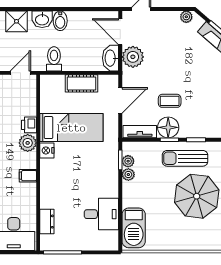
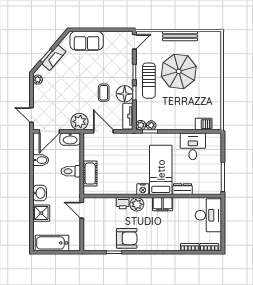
bidet: (60, 21) -> (41, 160), moved
plant: (133, 57) -> (79, 122), moved
toilet: (54, 59) -> (71, 171), moved
cot: (81, 83) -> (90, 174), moved
bed: (71, 128) -> (161, 170), moved
plant: (128, 175) -> (141, 125), moved
filing cabinet: (28, 176) -> (163, 204), width x2.00
dresser: (47, 222) -> (183, 189), moved
barbecue: (134, 228) -> (204, 124), width x0.53, depth x0.65

